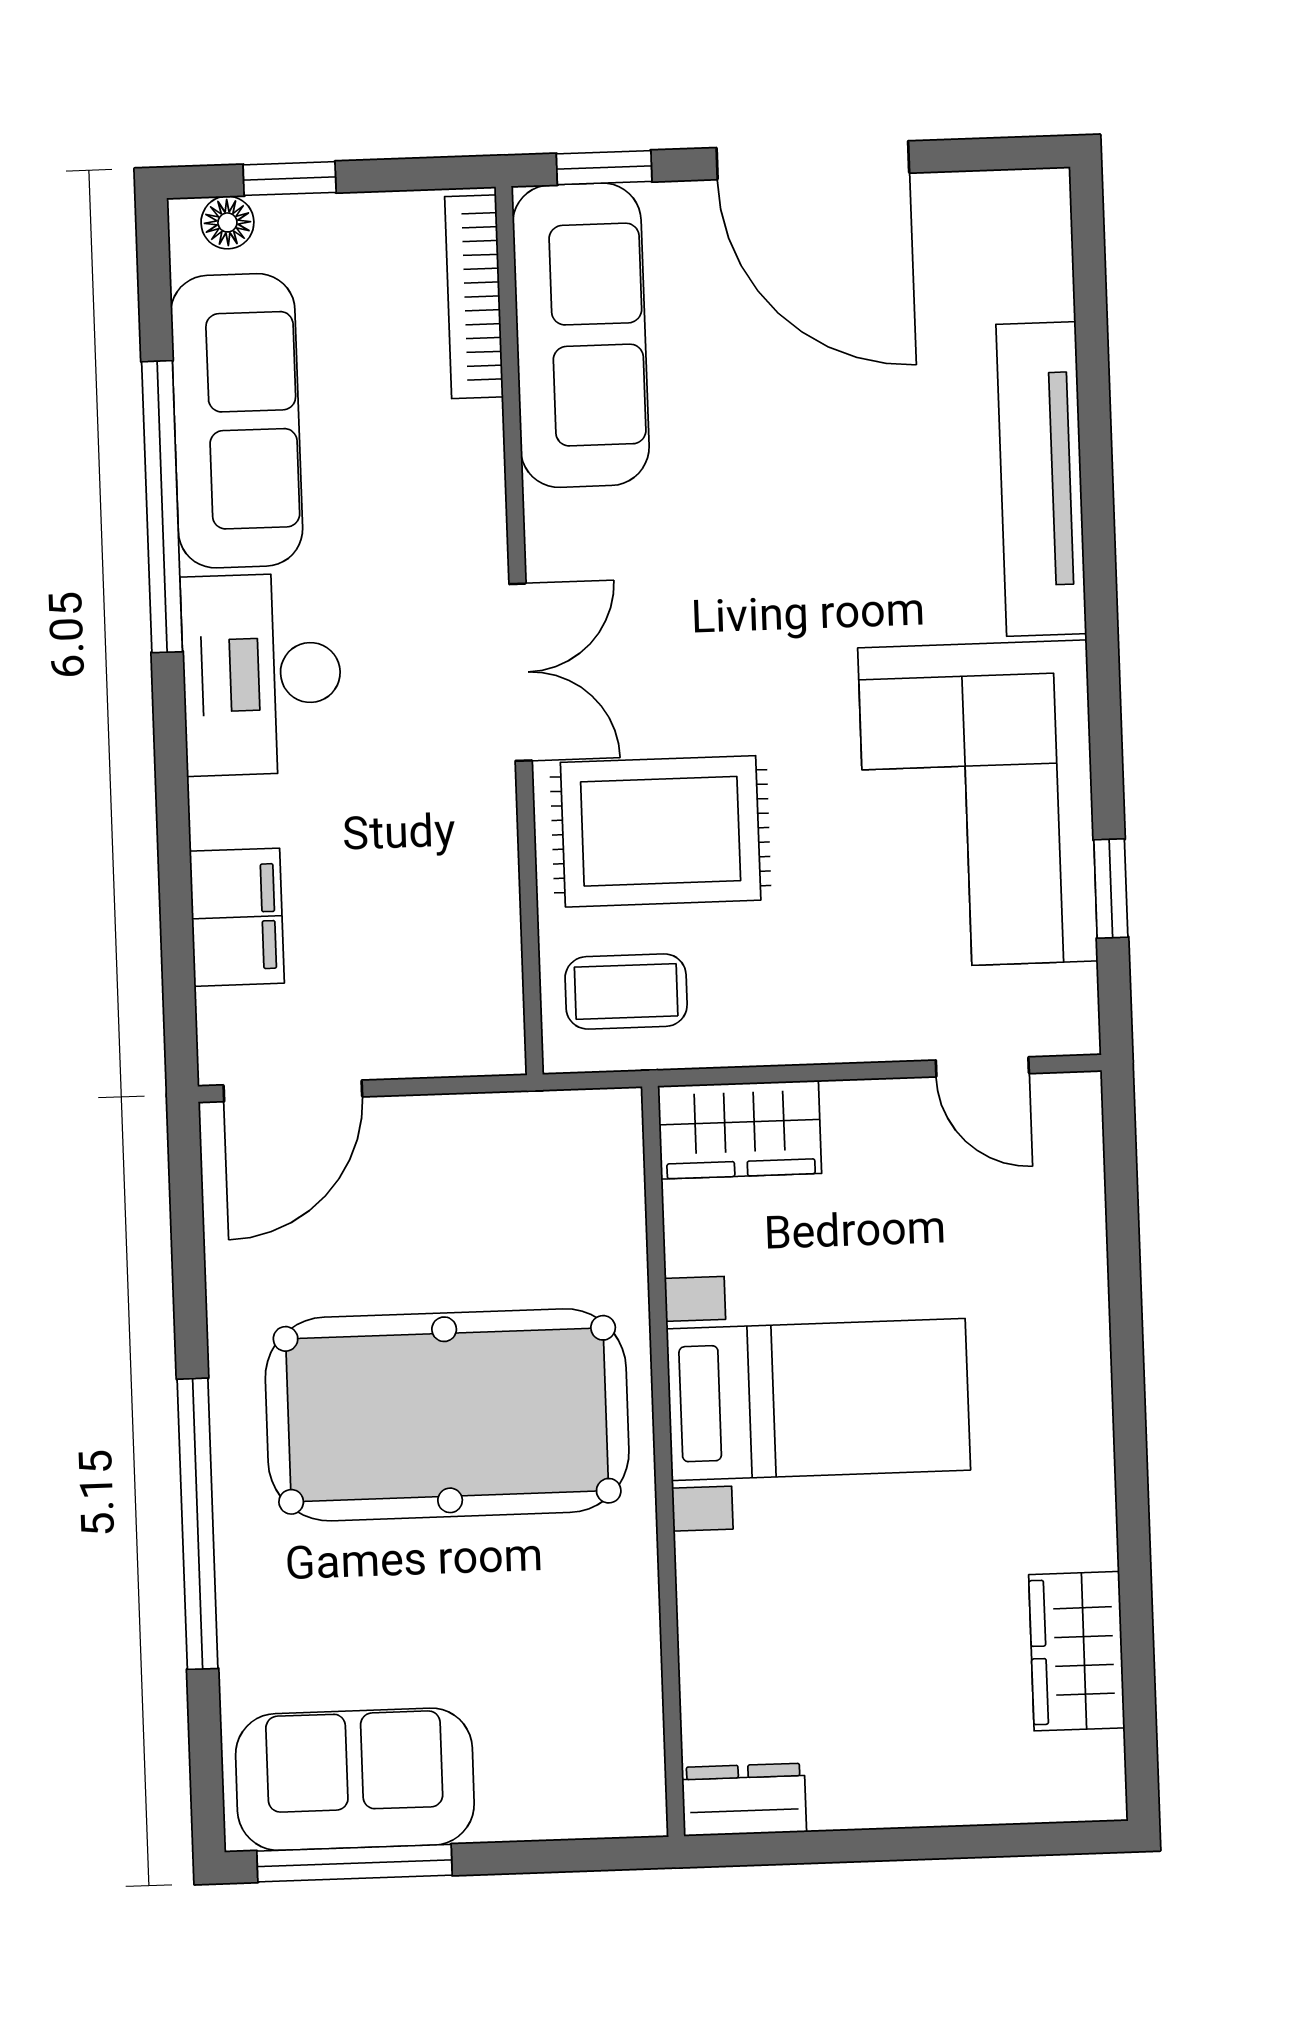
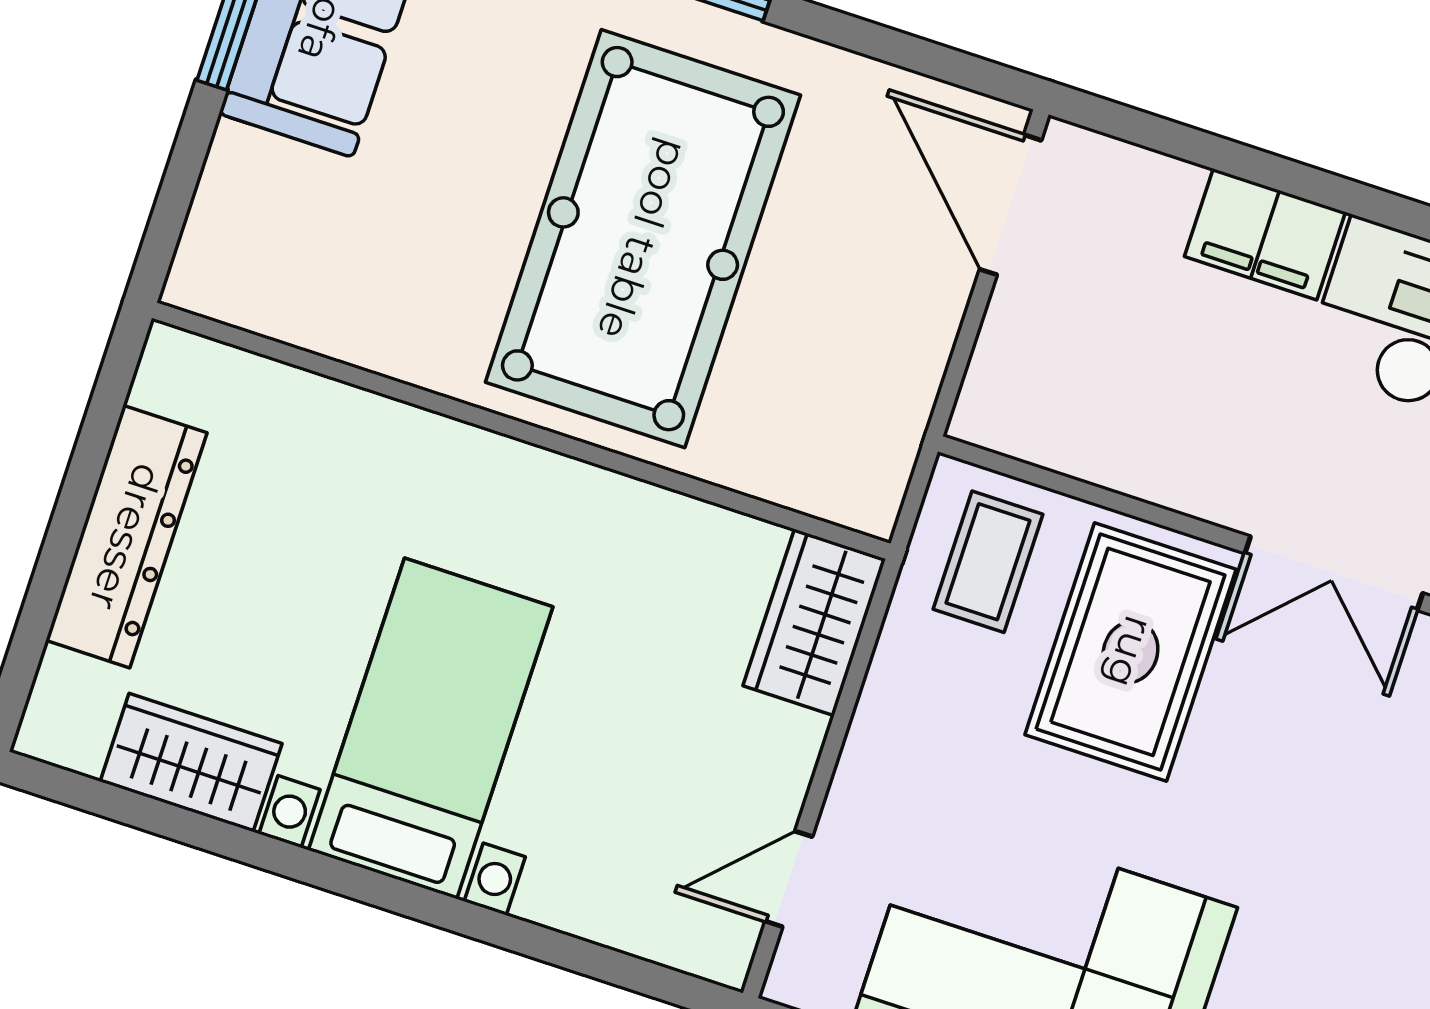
filing cabinet: (237, 917) -> (1265, 234), moved
bed with nightstands: (818, 1400) -> (431, 728), moved, turned 180
dresser: (744, 1800) -> (126, 537), moved, width x1.96, depth x1.24

